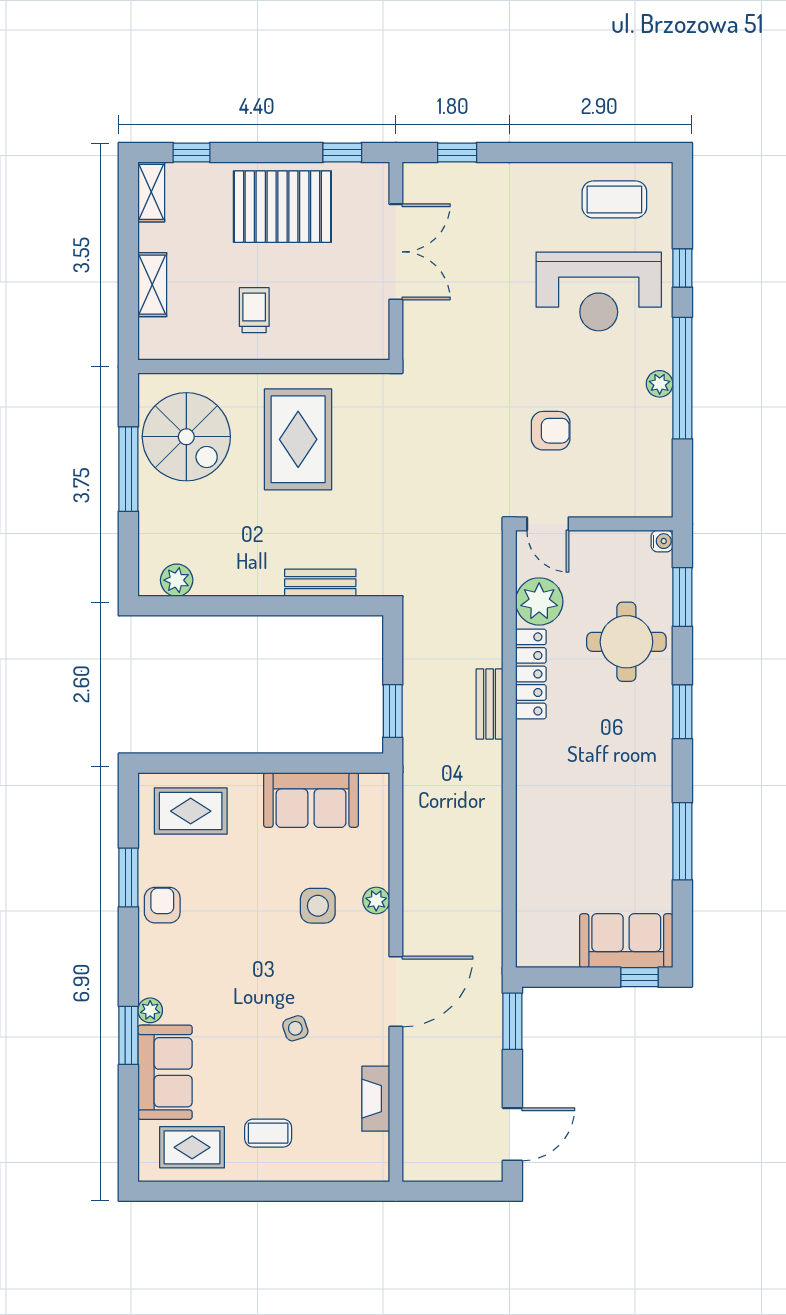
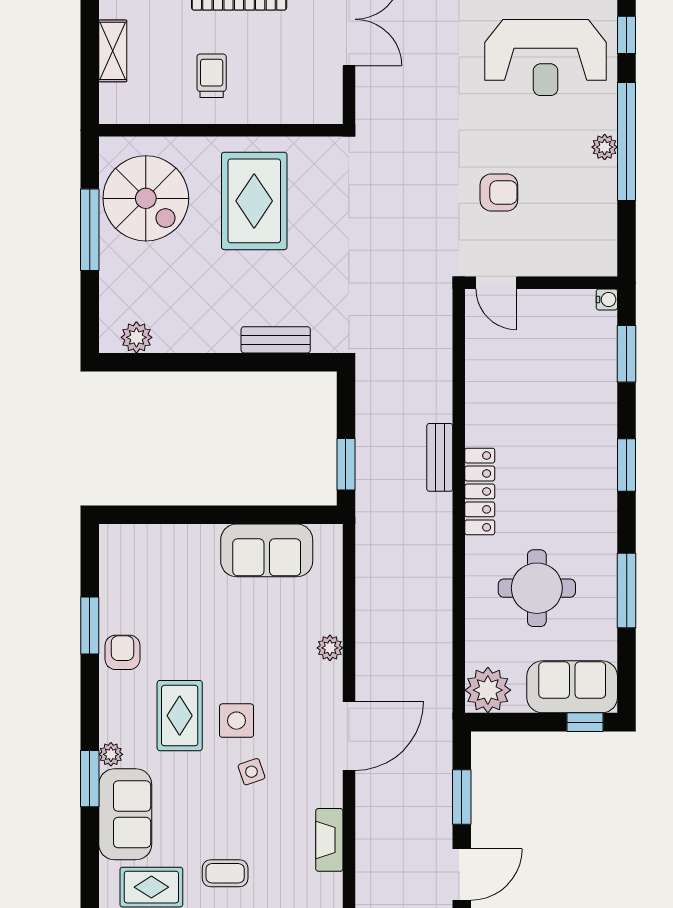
plant: (539, 601) -> (488, 690), moved
round table: (626, 642) -> (537, 588), moved
locker: (531, 674) -> (480, 491), moved
rug: (191, 811) -> (180, 716), moved, turned 90
side table: (318, 906) -> (236, 721), moved
window: (512, 1021) -> (462, 797), moved

